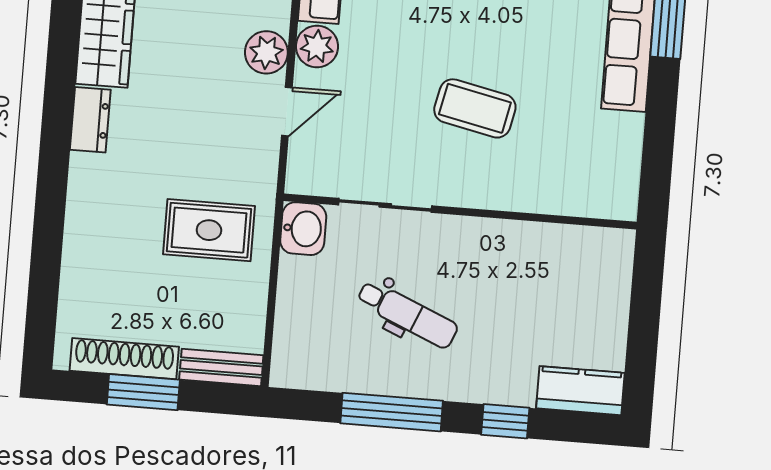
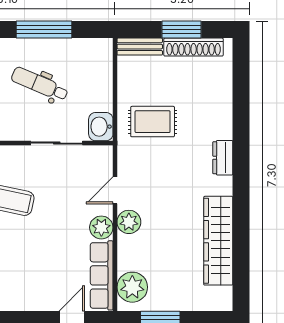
dresser: (90, 120) -> (223, 158), moved

